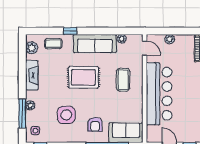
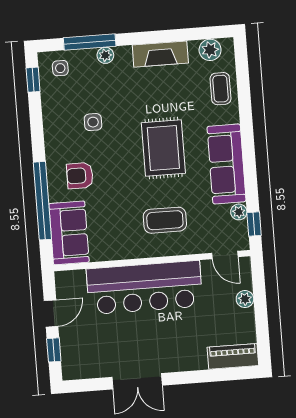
window: (70, 31) -> (254, 224), moved
door: (145, 48) -> (225, 255), hinge flipped
side table: (66, 115) -> (93, 122), width x0.54, depth x0.54

